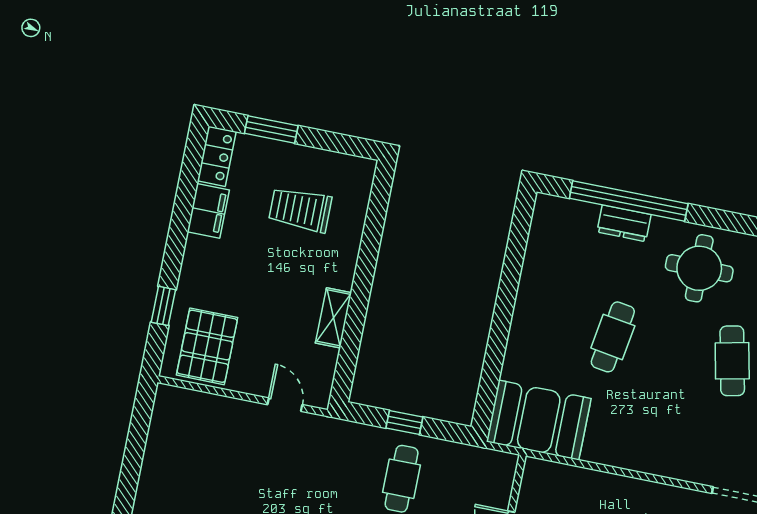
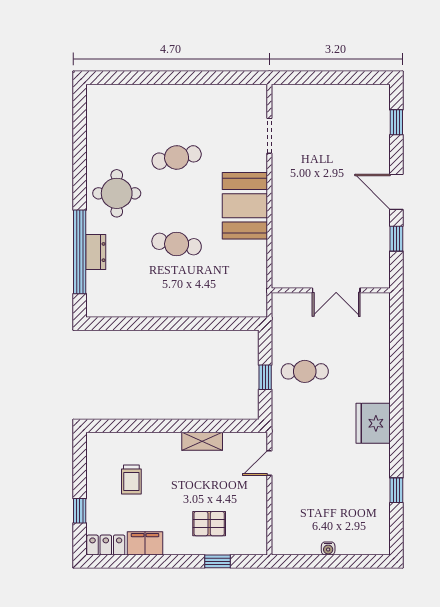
window: (271, 130) -> (80, 511), width x0.67
trolley: (300, 210) -> (131, 479), width x0.73, depth x0.72
pallet: (207, 346) -> (209, 524), moved, width x0.67, depth x0.71
booth: (539, 420) -> (245, 206), moved
water cooler: (151, 462) -> (328, 548), added

